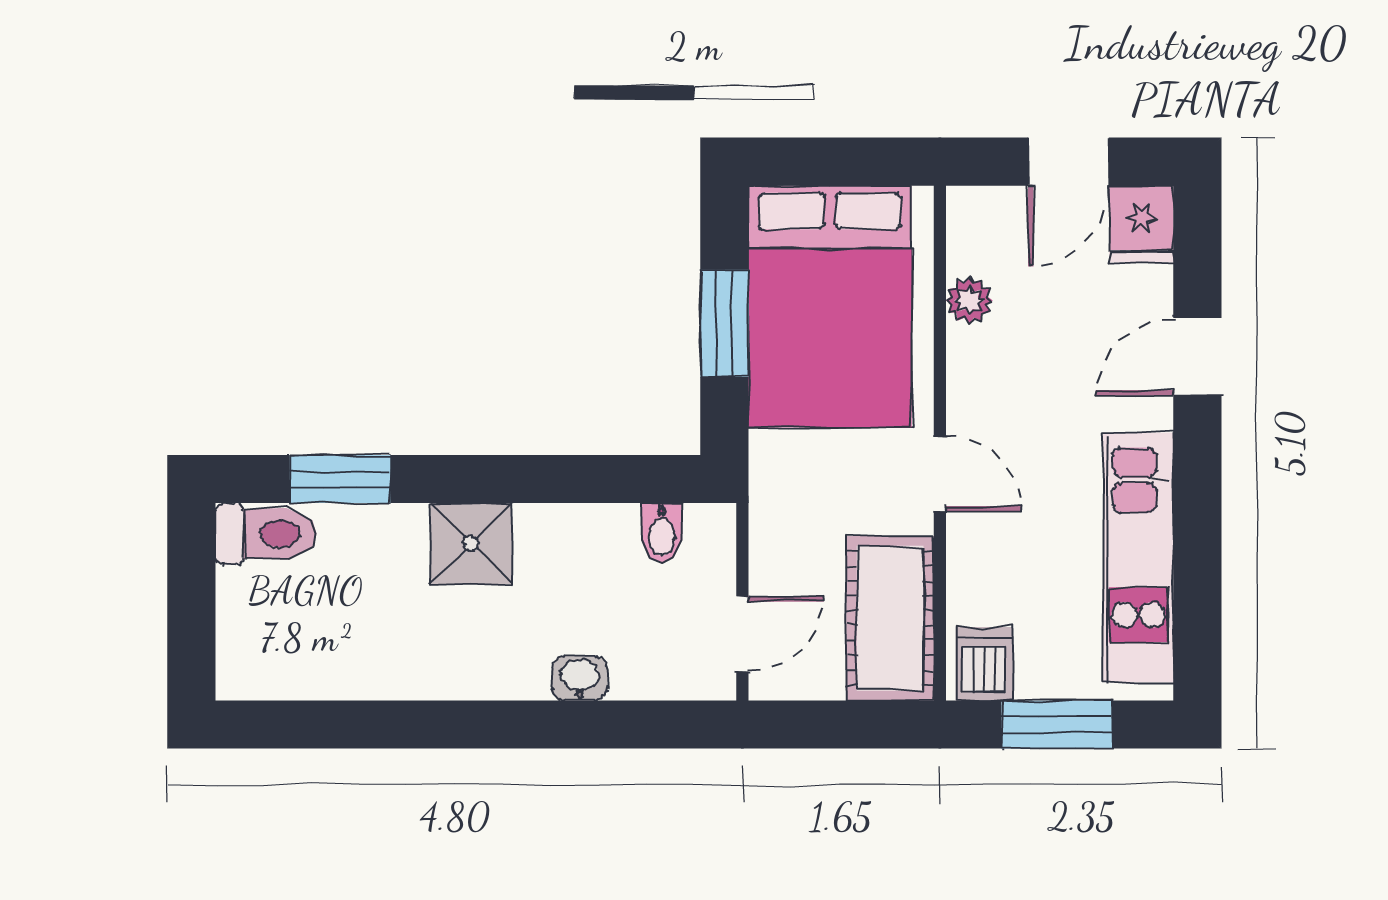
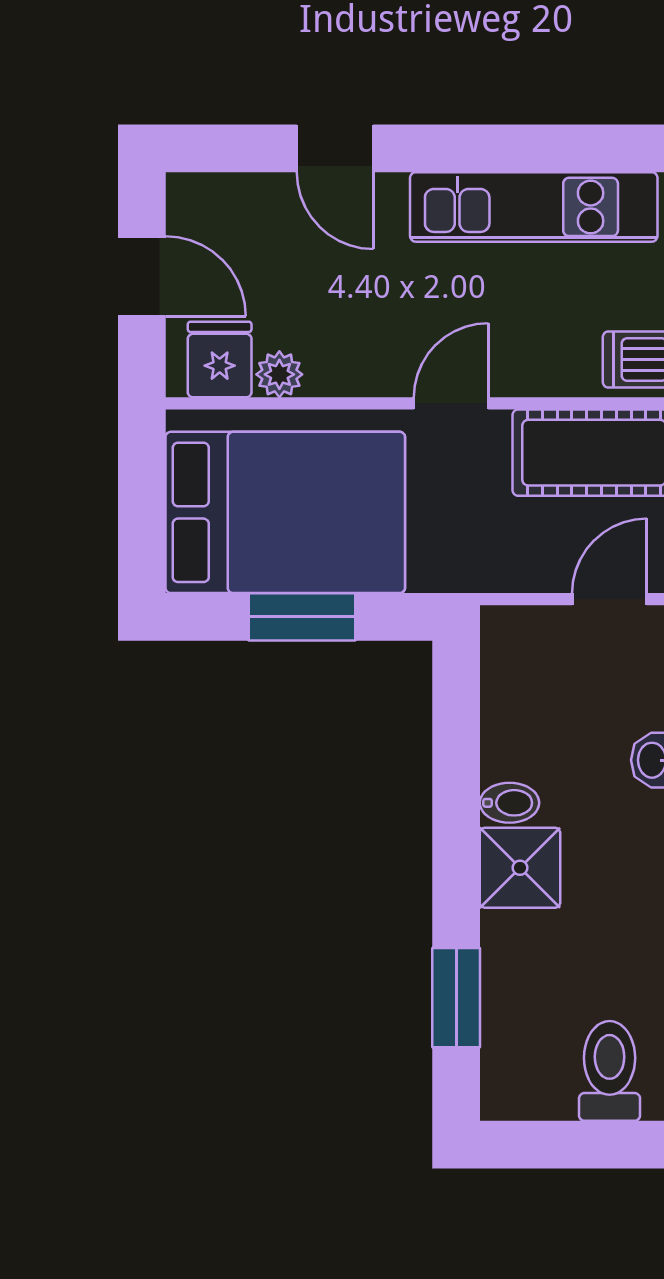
fridge: (1141, 224) -> (220, 359), moved, turned -90
bidet: (662, 533) -> (509, 803), moved
toilet: (266, 534) -> (610, 1071), moved
door: (742, 634) -> (609, 599), hinge flipped

